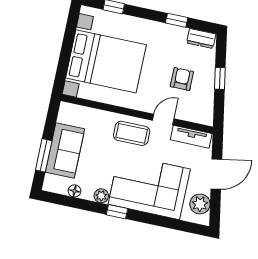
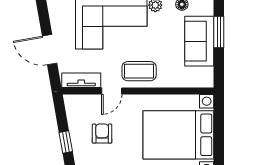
armchair: (182, 79) -> (102, 134), turned 180
door: (216, 174) -> (50, 50), hinge flipped
plant: (200, 204) -> (59, 18), removed

